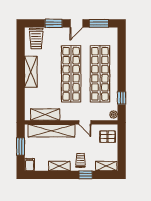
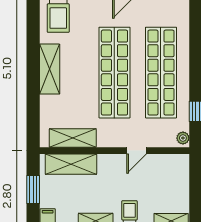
door: (85, 122) -> (137, 151), hinge flipped
shelving: (51, 131) -> (71, 164), width x0.68
pallet: (108, 137) -> (173, 174), removed

